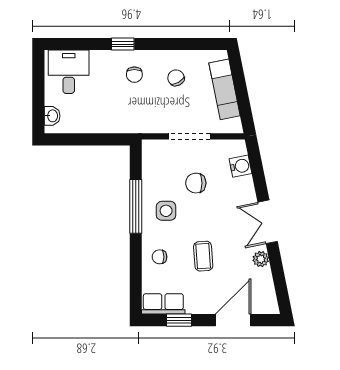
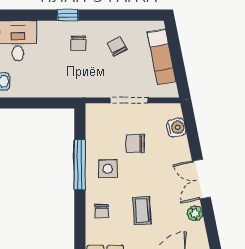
chair: (159, 257) -> (102, 211), turned -90

